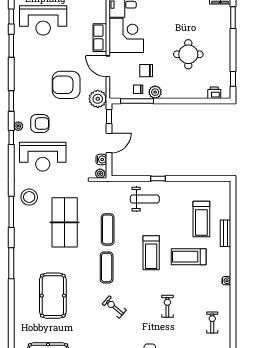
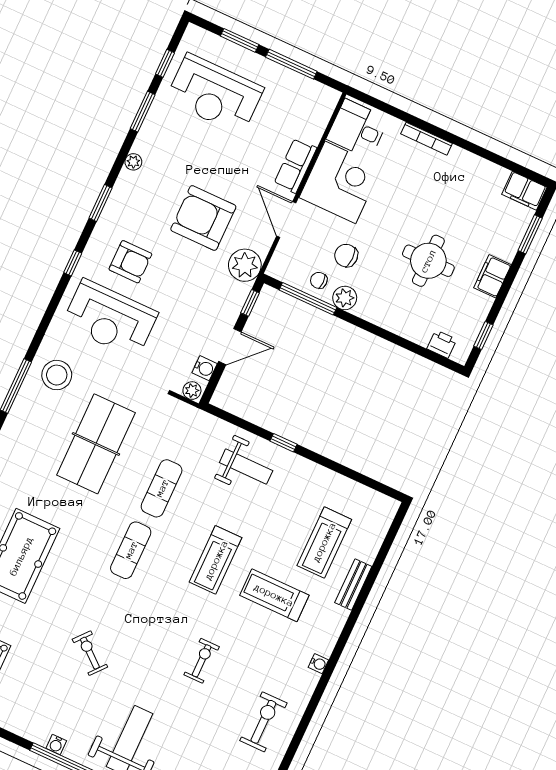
filing cabinet: (224, 47) -> (492, 276), added
plant: (18, 126) -> (133, 162), moved
exercise bike: (114, 307) -> (90, 653), moved
exercise bike: (212, 322) -> (263, 722), width x1.38, depth x1.39

